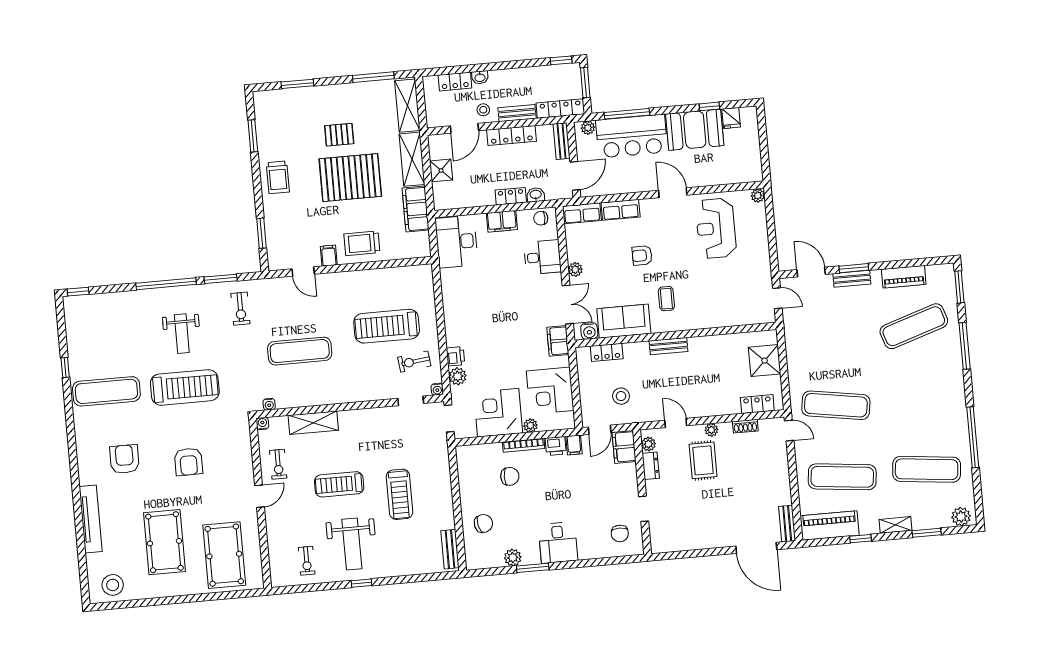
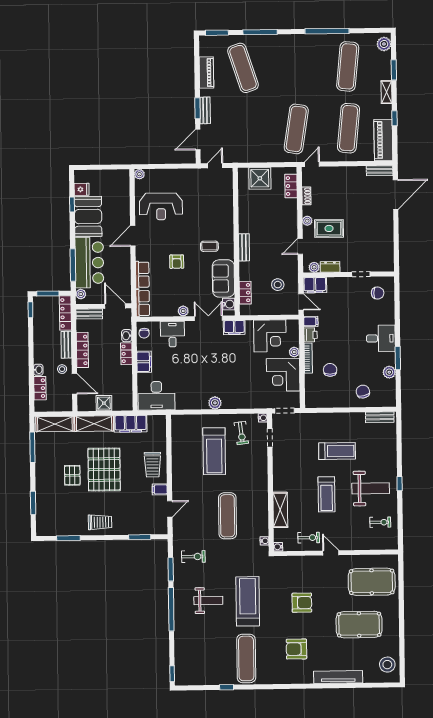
printer: (455, 356) -> (240, 403), removed
plant: (458, 376) -> (215, 403), moved

